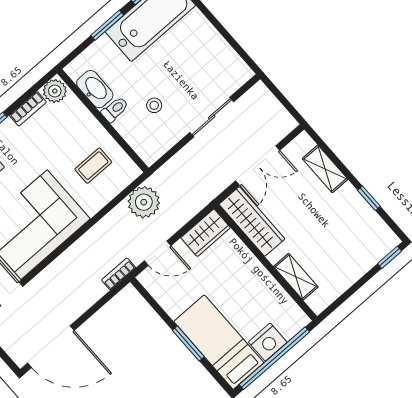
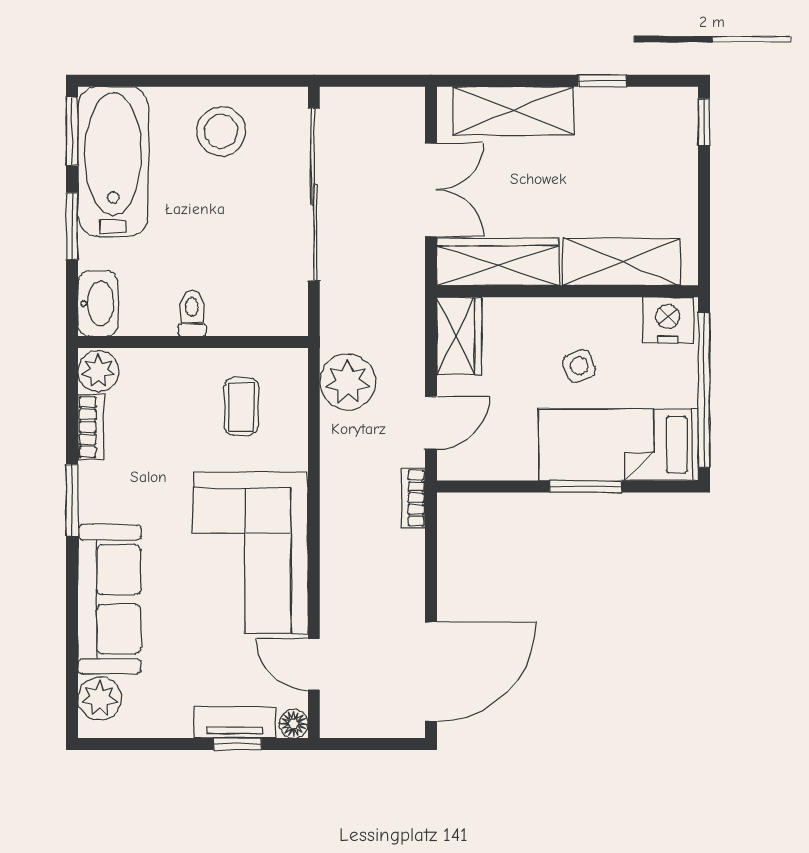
washbasin: (95, 89) -> (98, 303), moved, turned 90
stool: (154, 105) -> (221, 131), moved, width x1.89, depth x1.89
sliding door: (212, 117) -> (314, 194), width x1.86
shelving: (325, 169) -> (513, 111), width x1.50, depth x1.33
shelving: (296, 277) -> (621, 262), width x1.50, depth x1.33
side table: (238, 295) -> (579, 366), added
nightstand: (268, 342) -> (668, 320), moved, turned -90

